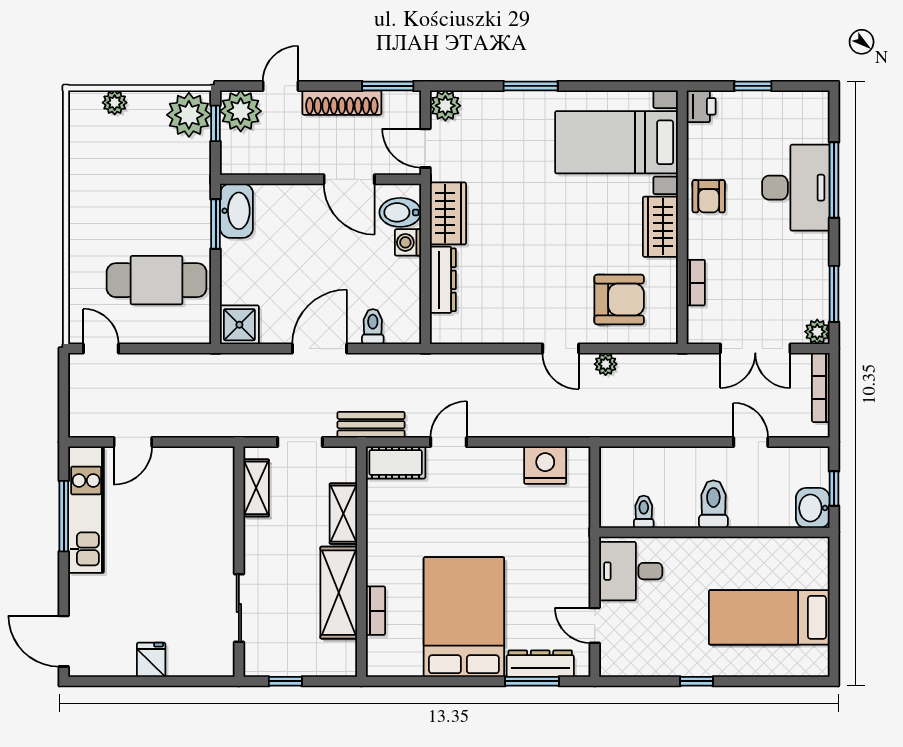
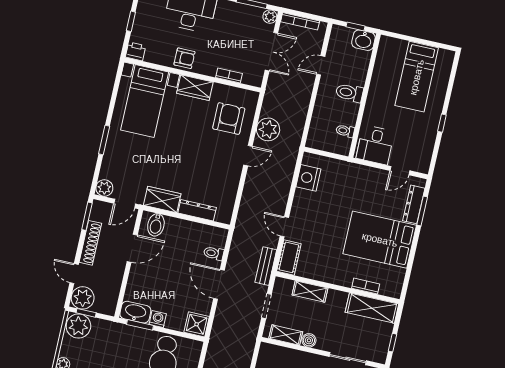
washing machine: (408, 242) -> (158, 319), moved, turned 180
plant: (606, 364) -> (268, 129), width x1.87, depth x1.87
boiler: (256, 531) -> (309, 340), added
shelving: (339, 593) -> (372, 308), moved

